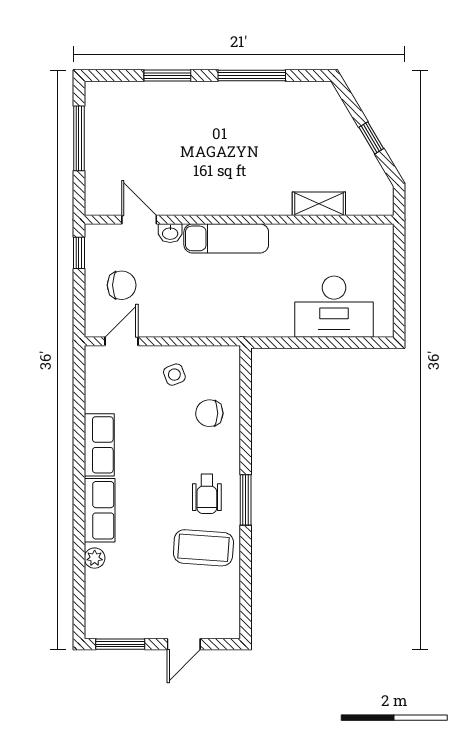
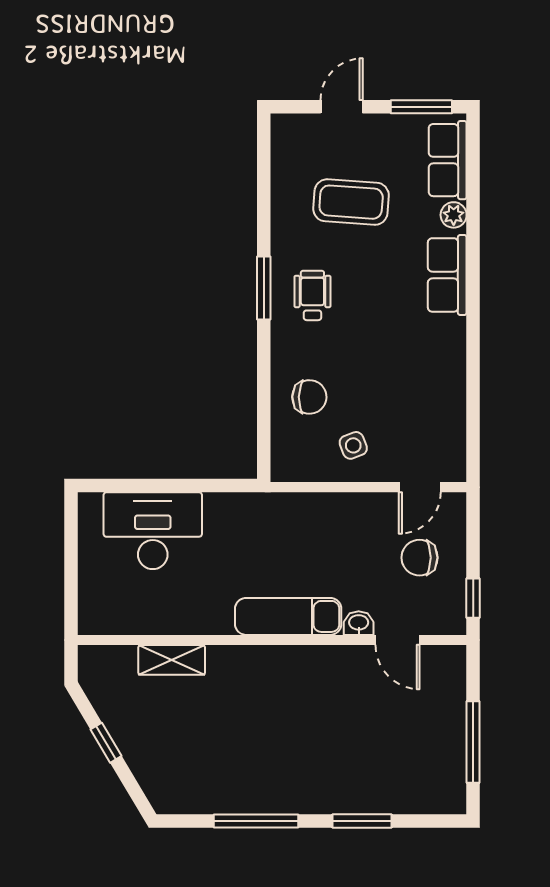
row of seats: (99, 445) -> (448, 160), moved
coffee table: (203, 548) -> (351, 202), moved

